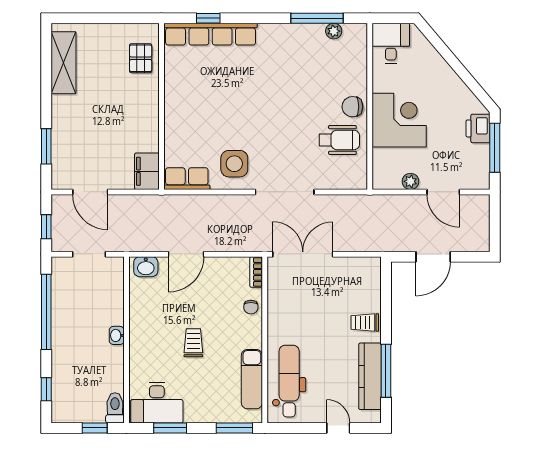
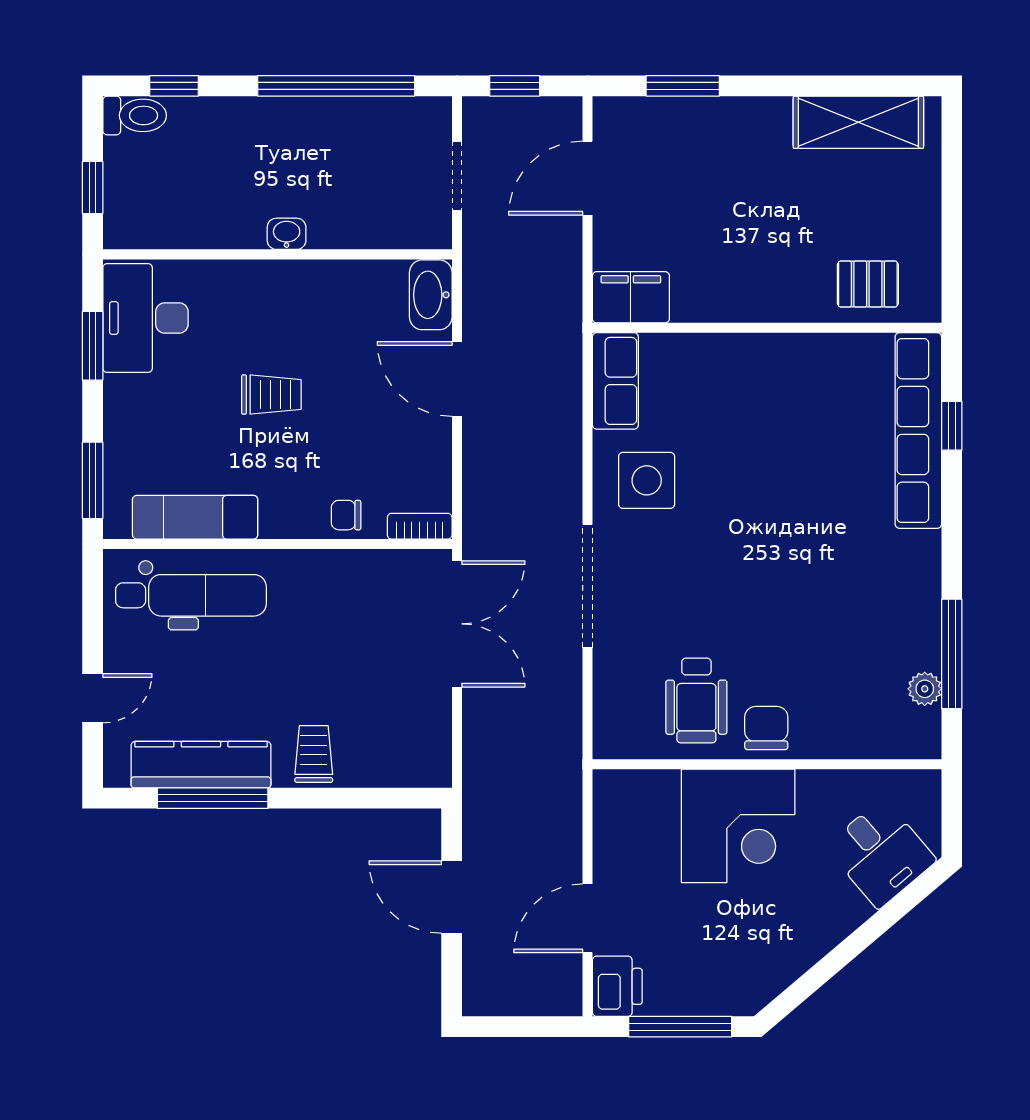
desk: (391, 43) -> (881, 853), moved, turned 50
printer: (478, 128) -> (617, 986), moved, turned 90
plant: (410, 181) -> (610, 850), removed
washbasin: (146, 267) -> (431, 295), width x1.38
toilet: (115, 408) -> (135, 115), moved

